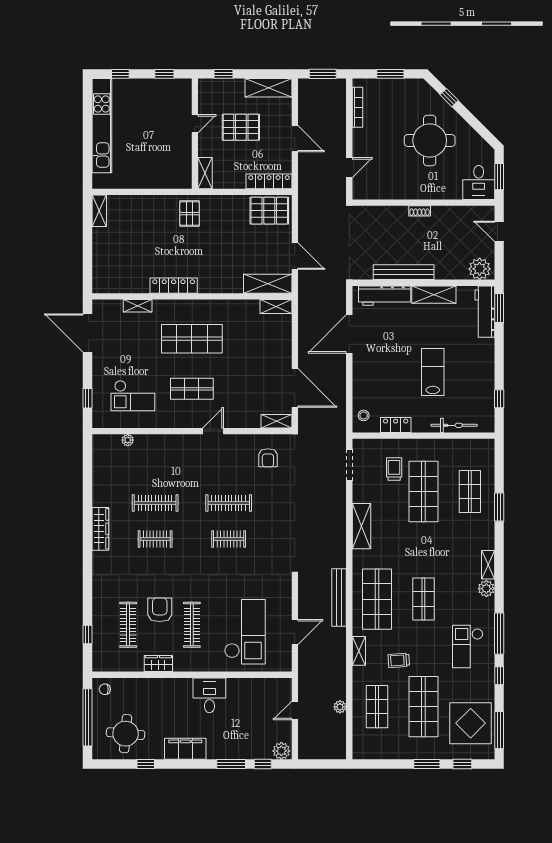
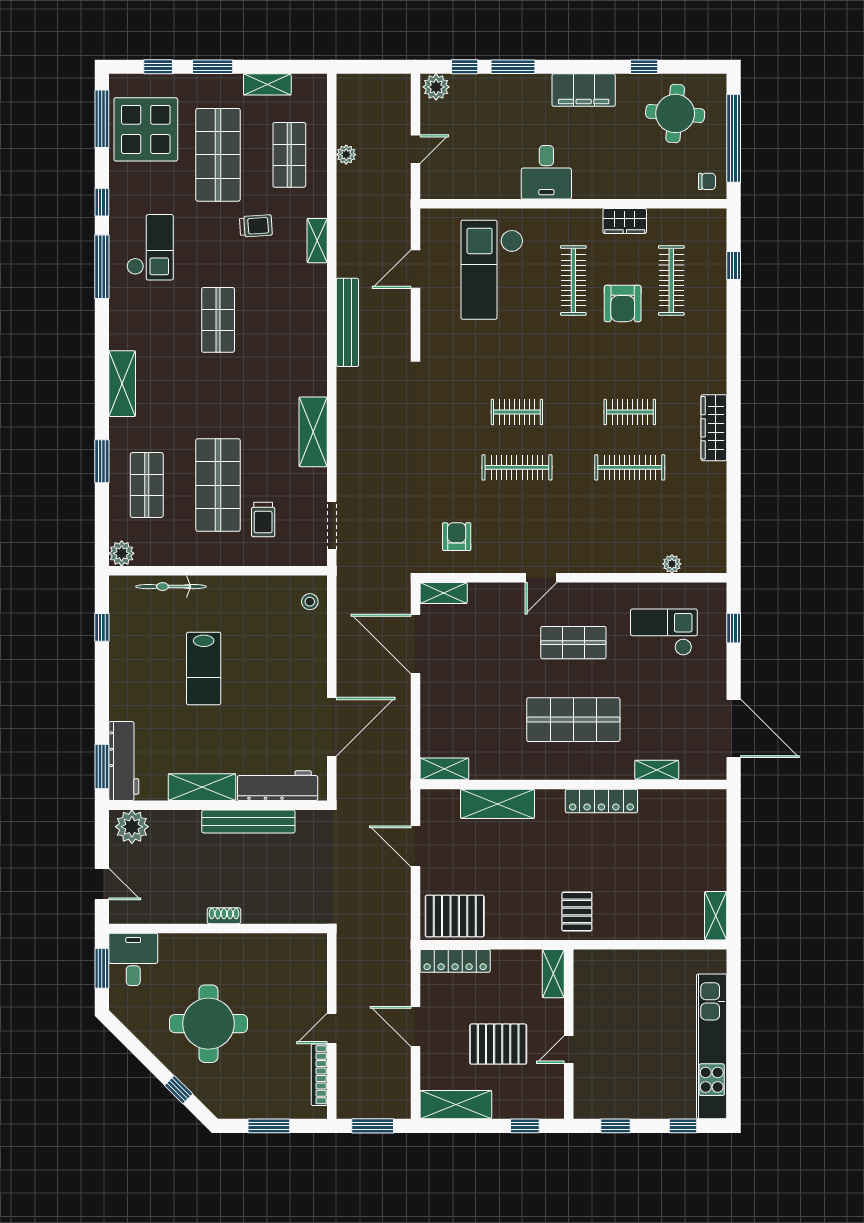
door: (349, 168) -> (332, 1028), moved
shelving: (268, 284) -> (497, 804), moved
locker: (396, 425) -> (261, 587), removed
shelving: (488, 565) -> (122, 384), width x1.50, depth x1.33
plant: (486, 589) -> (122, 553), moved
shop shelf: (377, 599) -> (289, 320), removed
shelving: (391, 753) -> (267, 84), added

